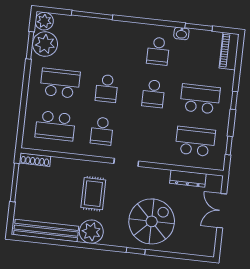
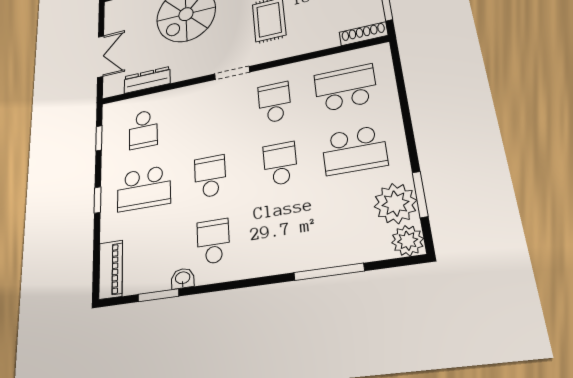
school desk: (195, 141) -> (143, 129), width x0.54

